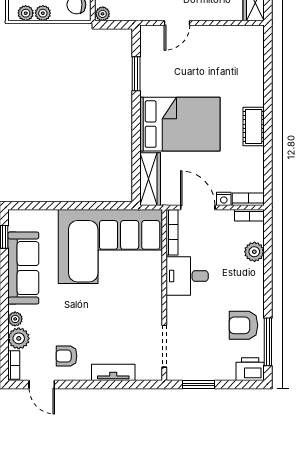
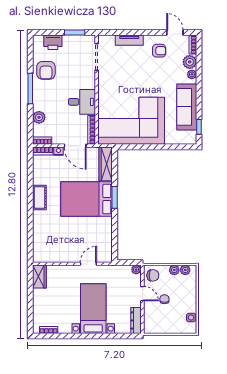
window: (136, 74) -> (115, 197), moved
armchair: (243, 325) -> (46, 70), turned 90
window: (268, 342) -> (30, 89), moved
printer: (250, 369) -> (53, 42), moved

